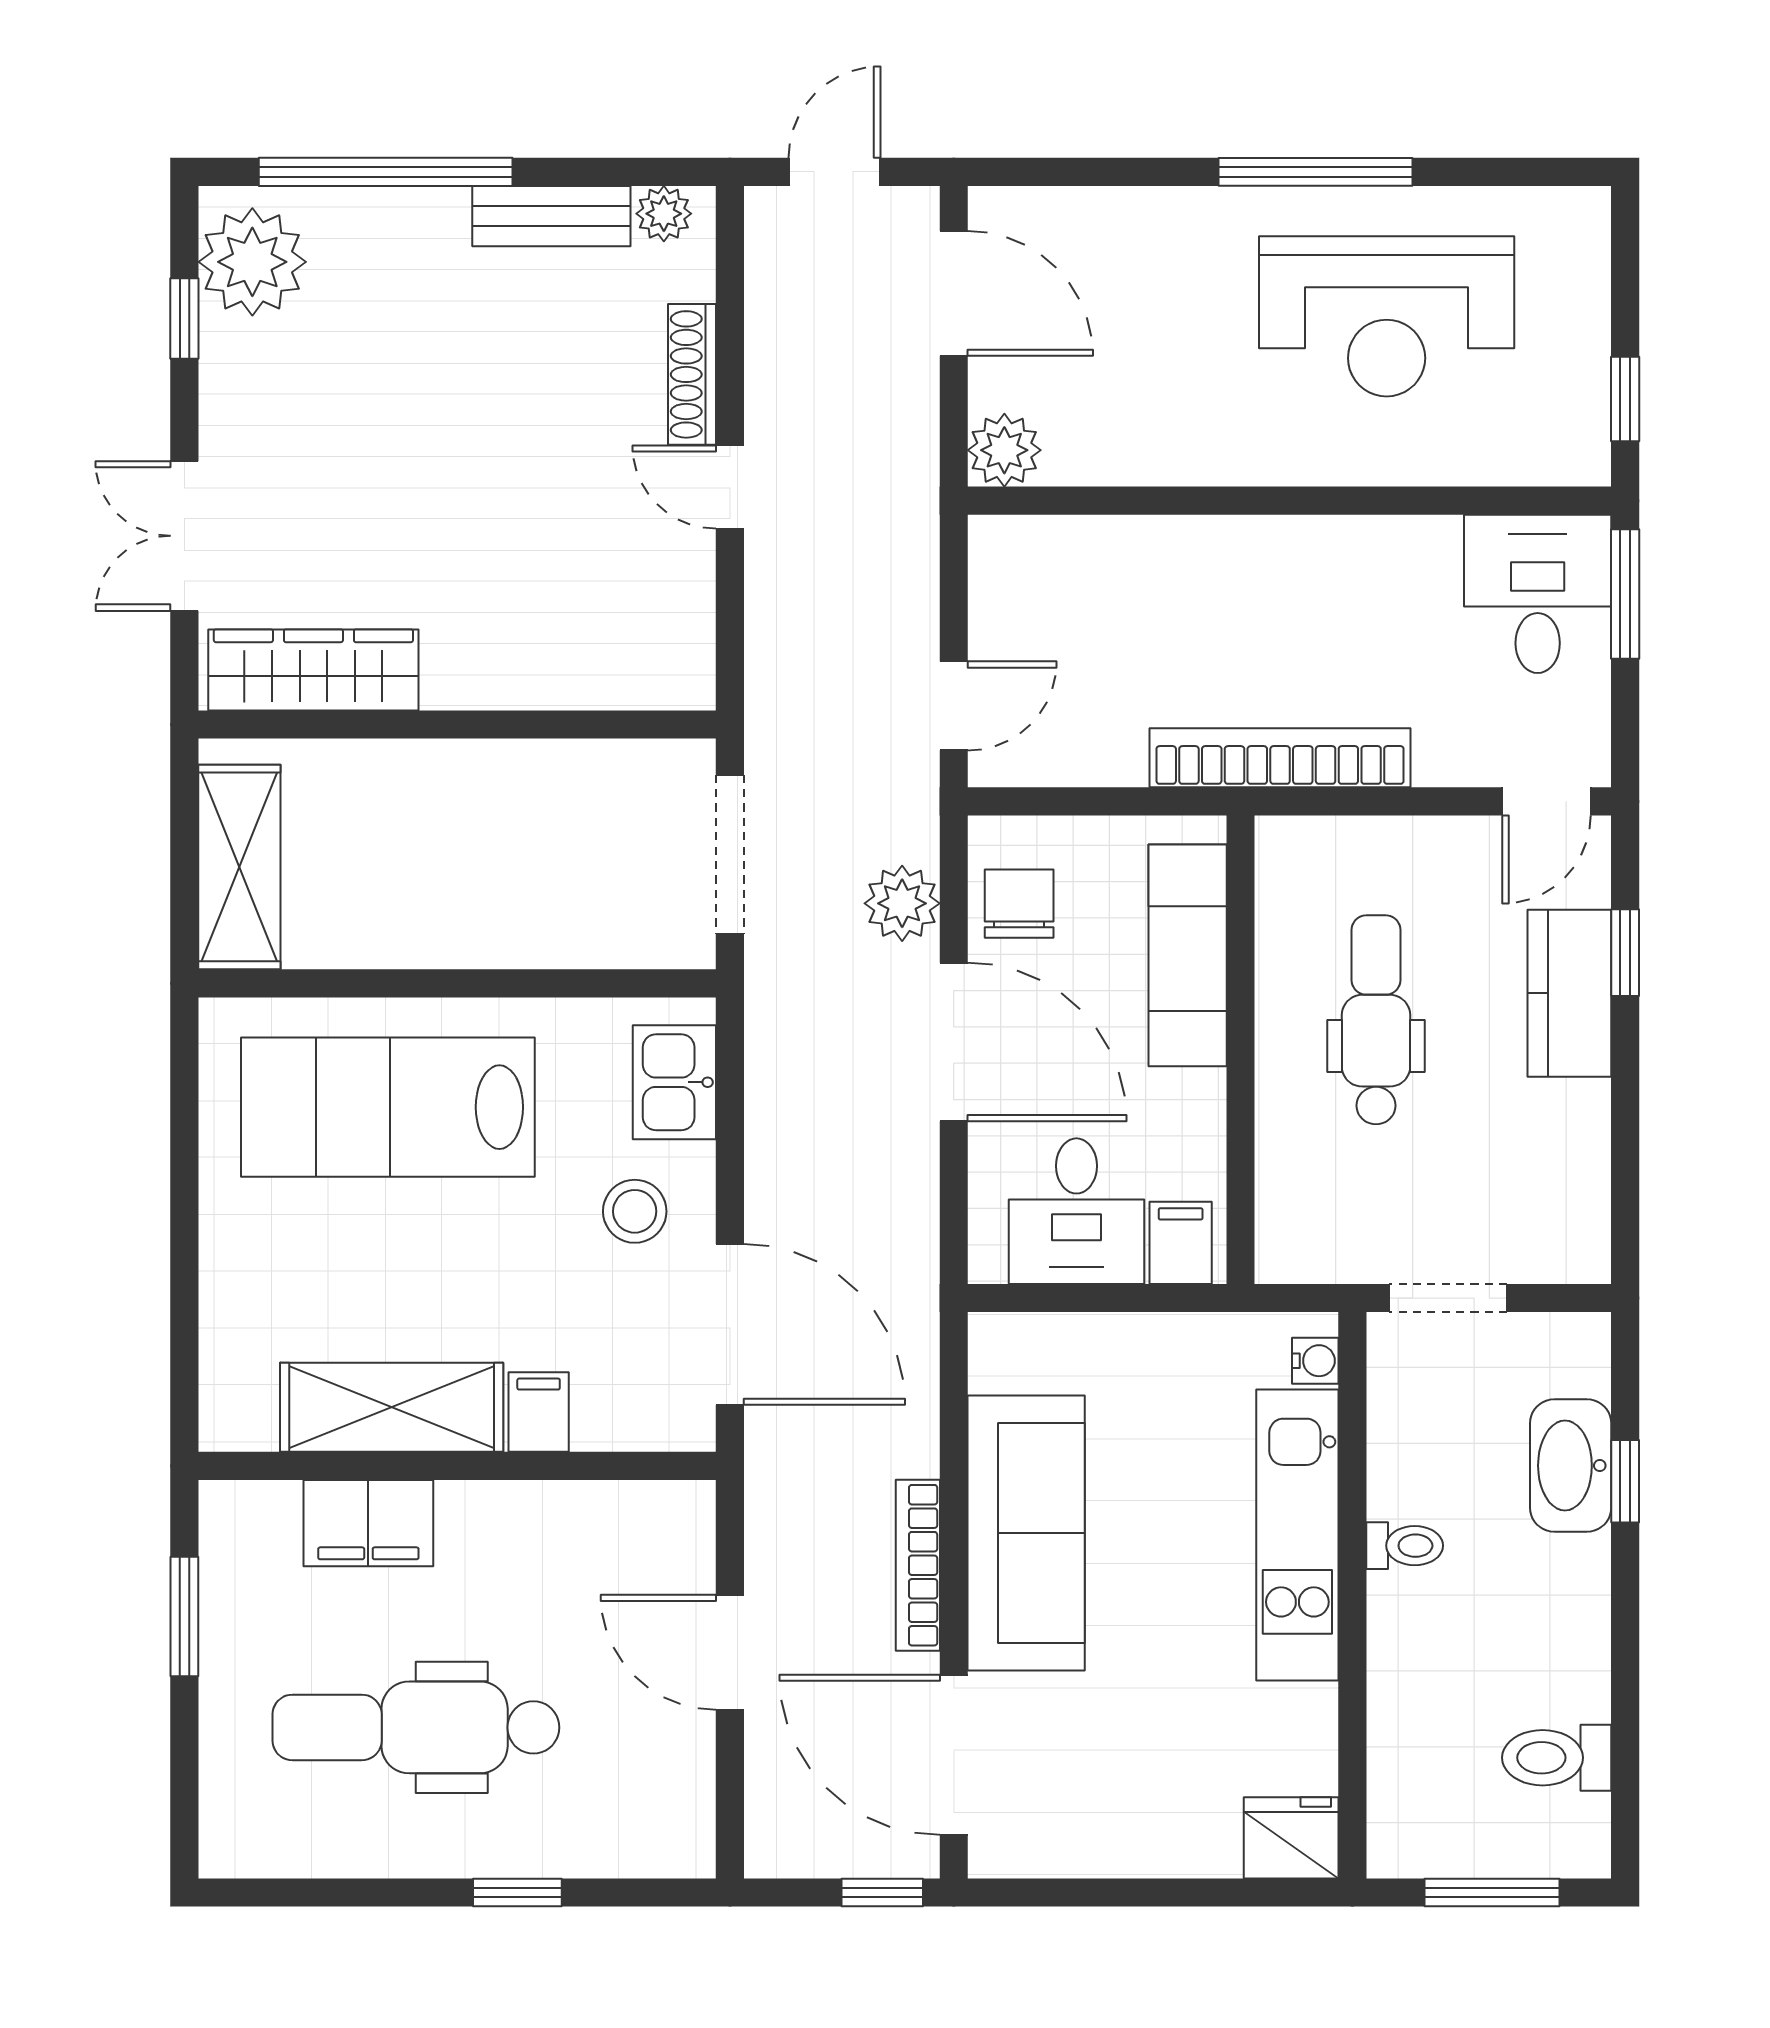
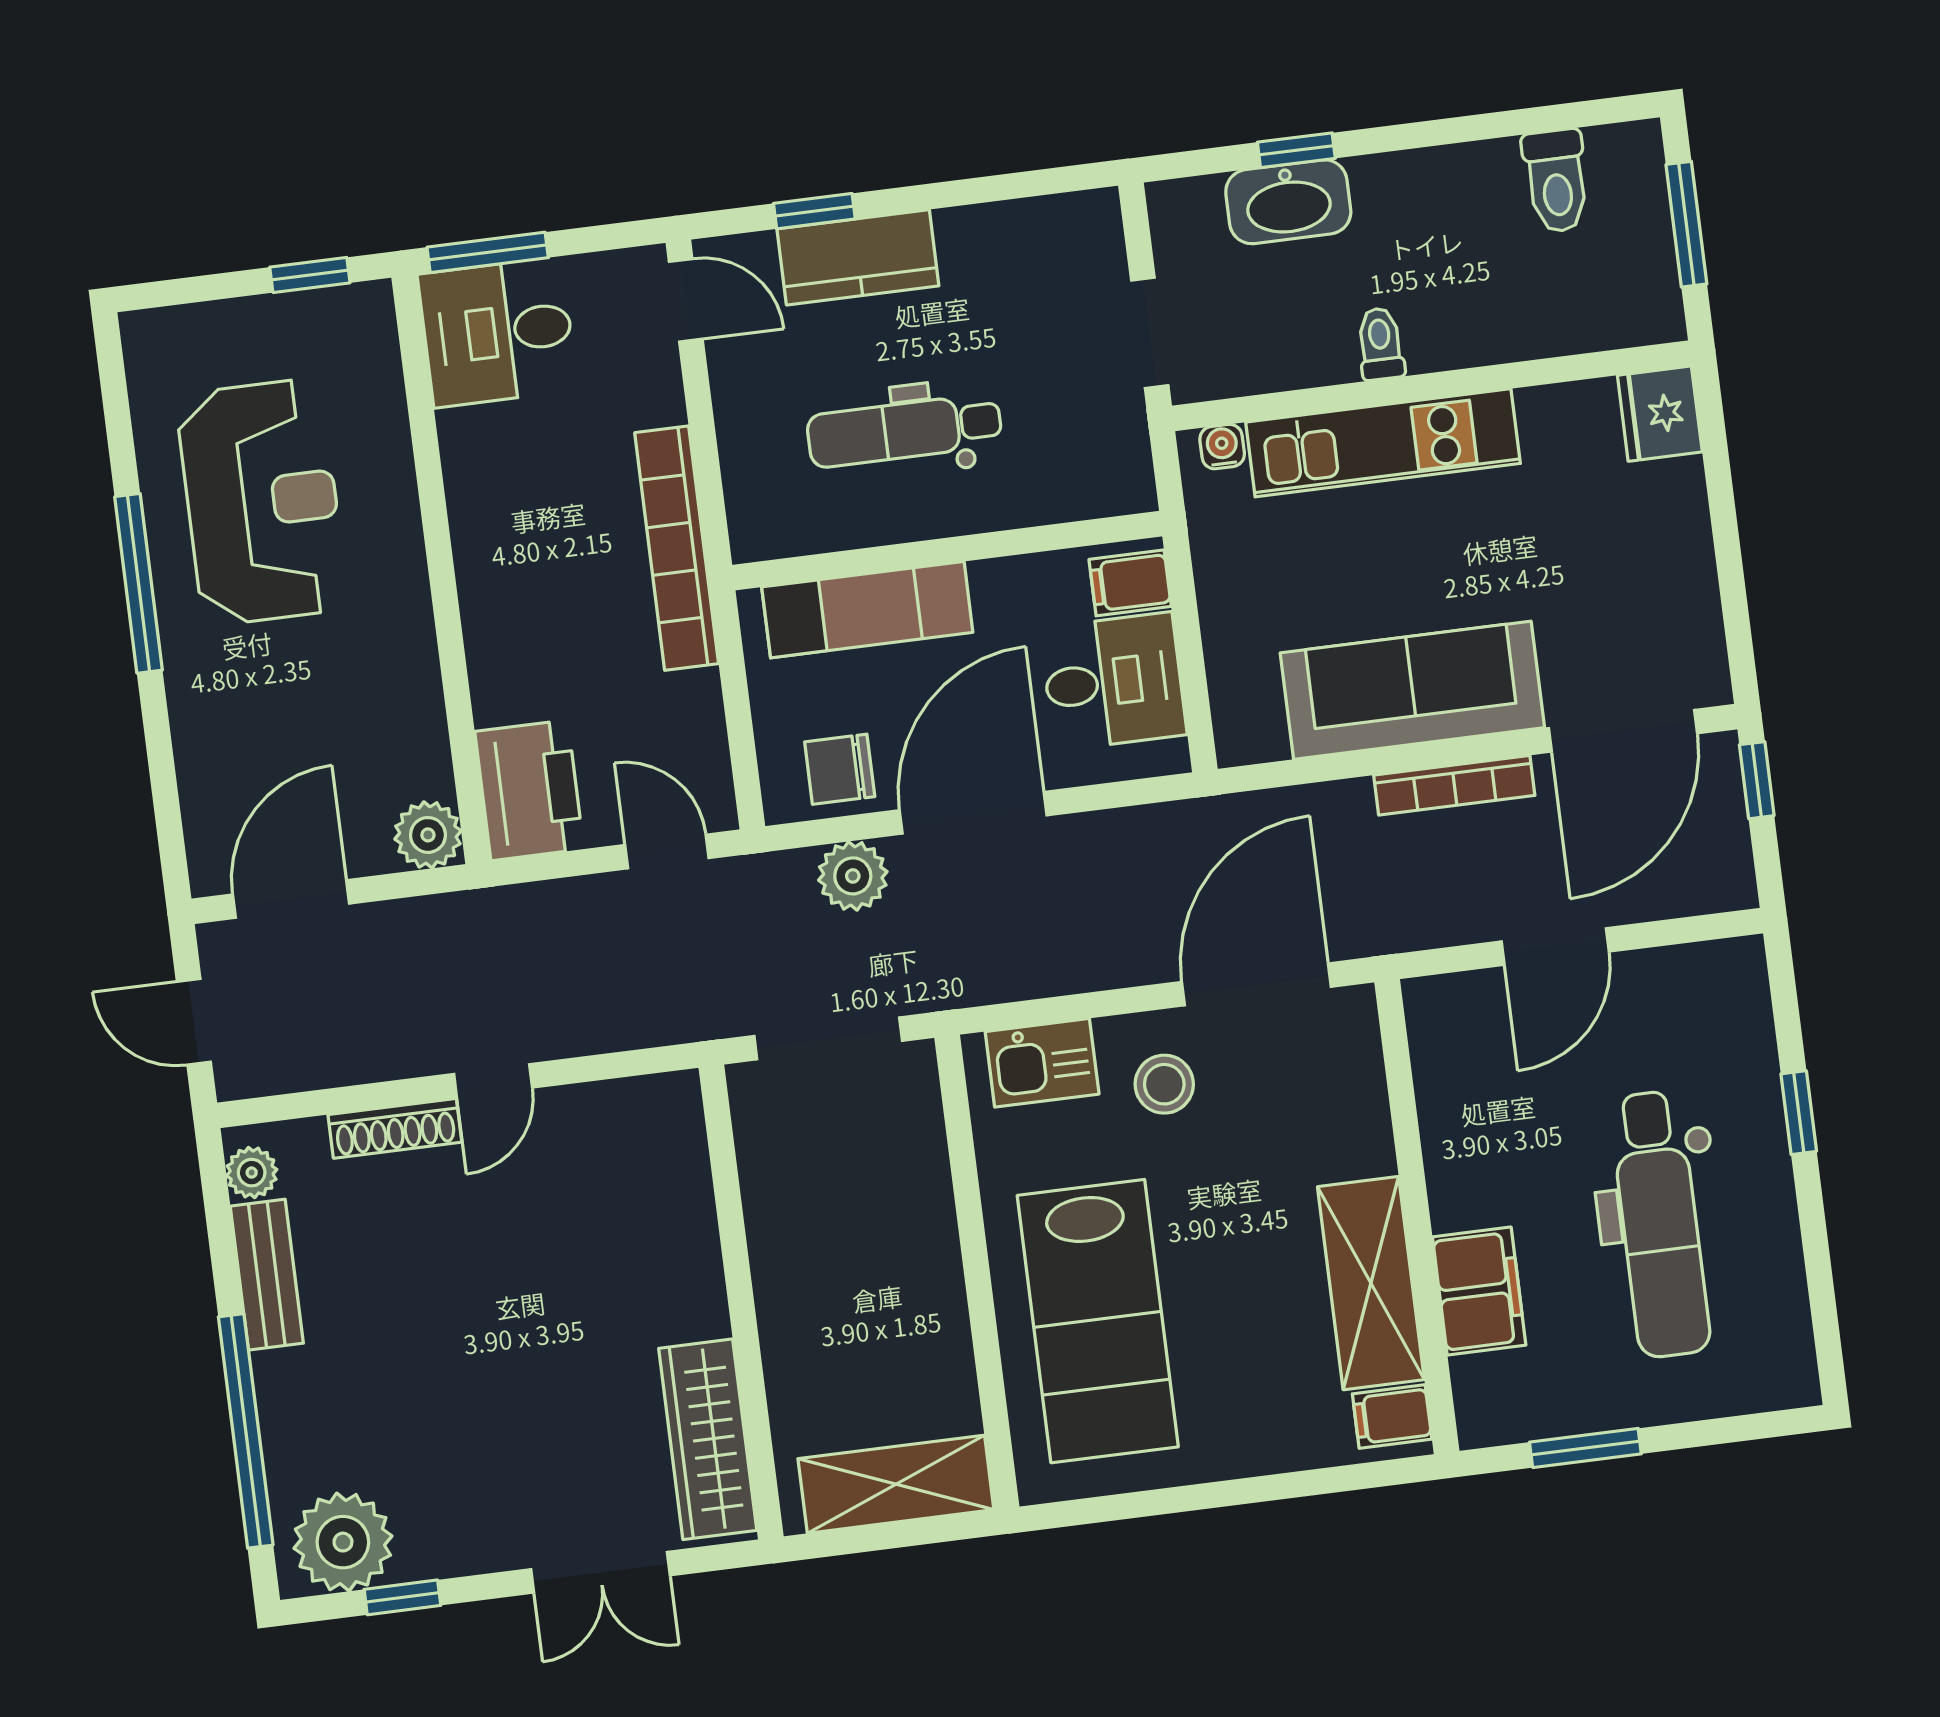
printer: (1039, 566) -> (529, 790), added
filing cabinet: (539, 1412) -> (1392, 1417), moved

